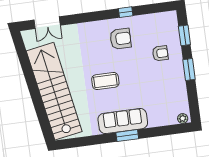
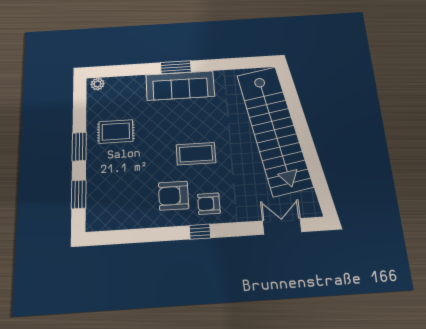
window: (126, 12) -> (200, 232), moved
armchair: (160, 53) -> (209, 204), moved
coffee table: (105, 81) -> (196, 154), moved
rug: (165, 82) -> (116, 131), added

